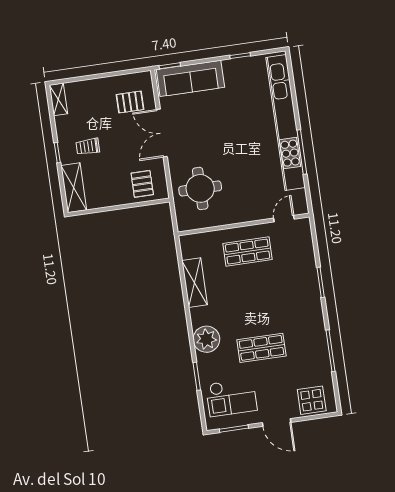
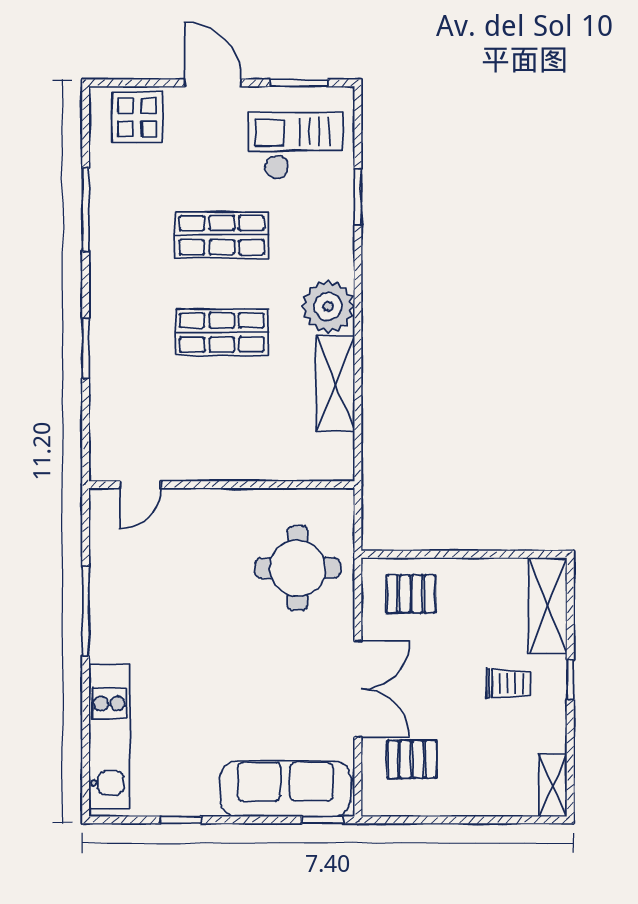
kitchen unit: (286, 122) -> (109, 737), width x0.54
pallet: (142, 184) -> (411, 594), turned 90
shop shelf: (248, 252) -> (222, 332), moved
plant: (206, 339) -> (328, 306), moved

